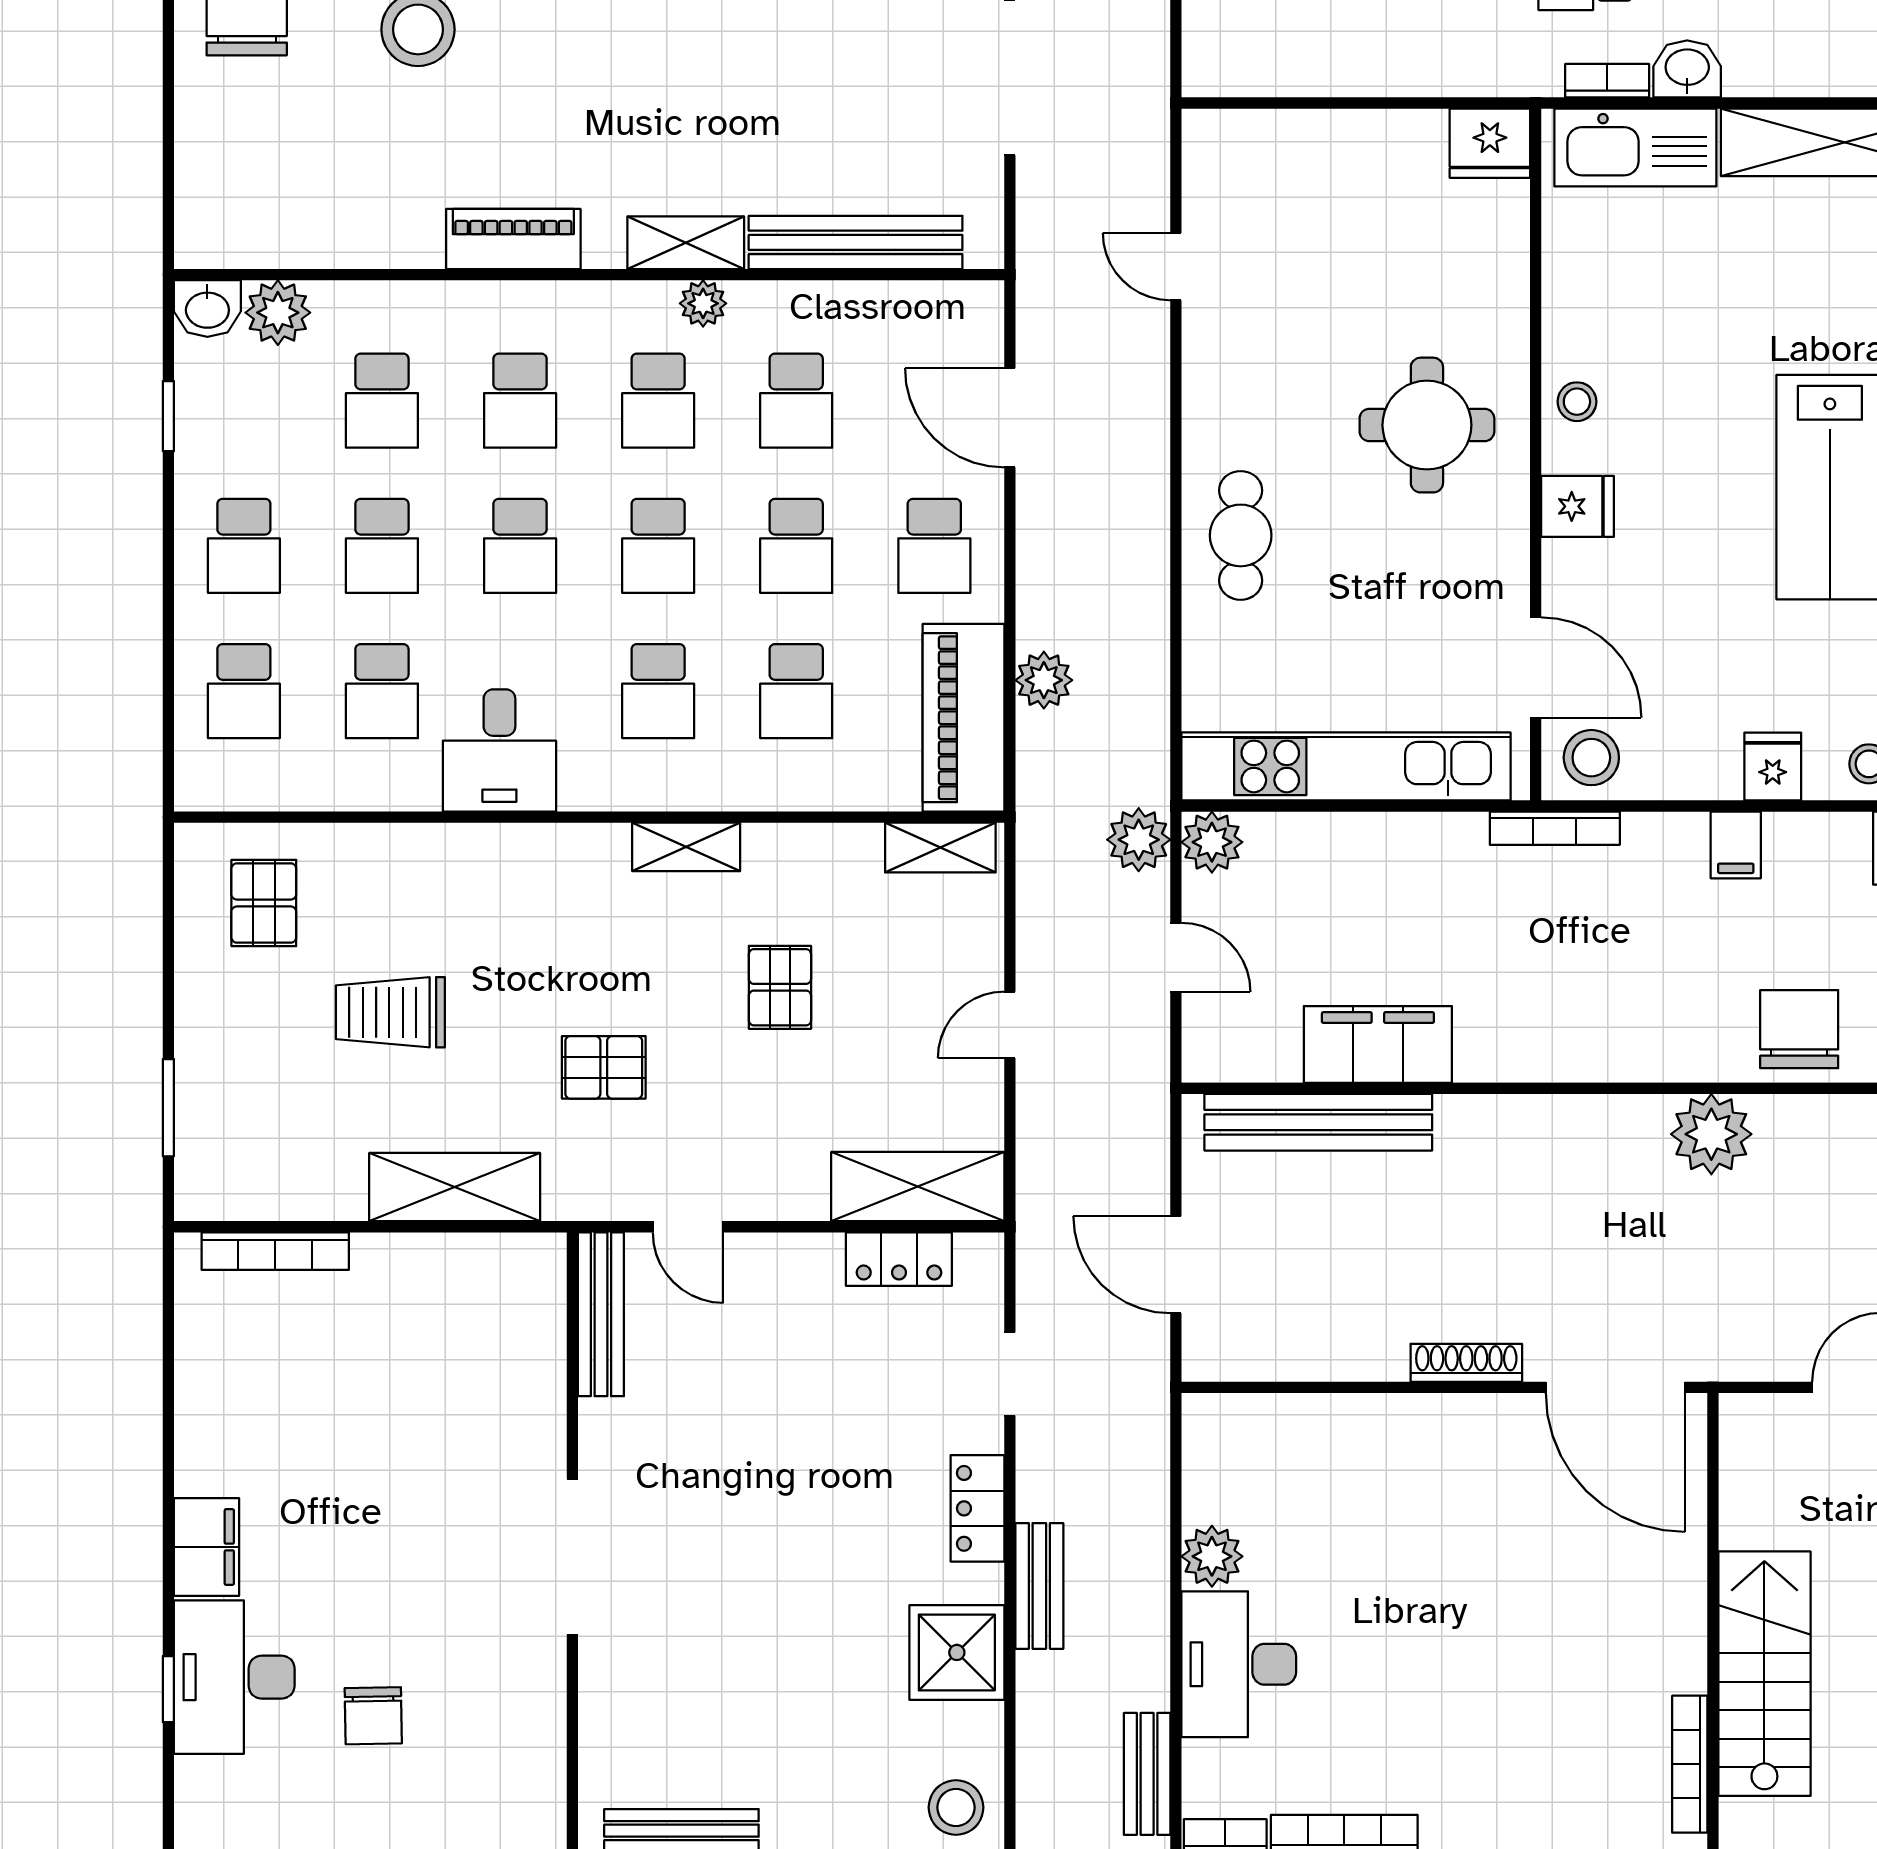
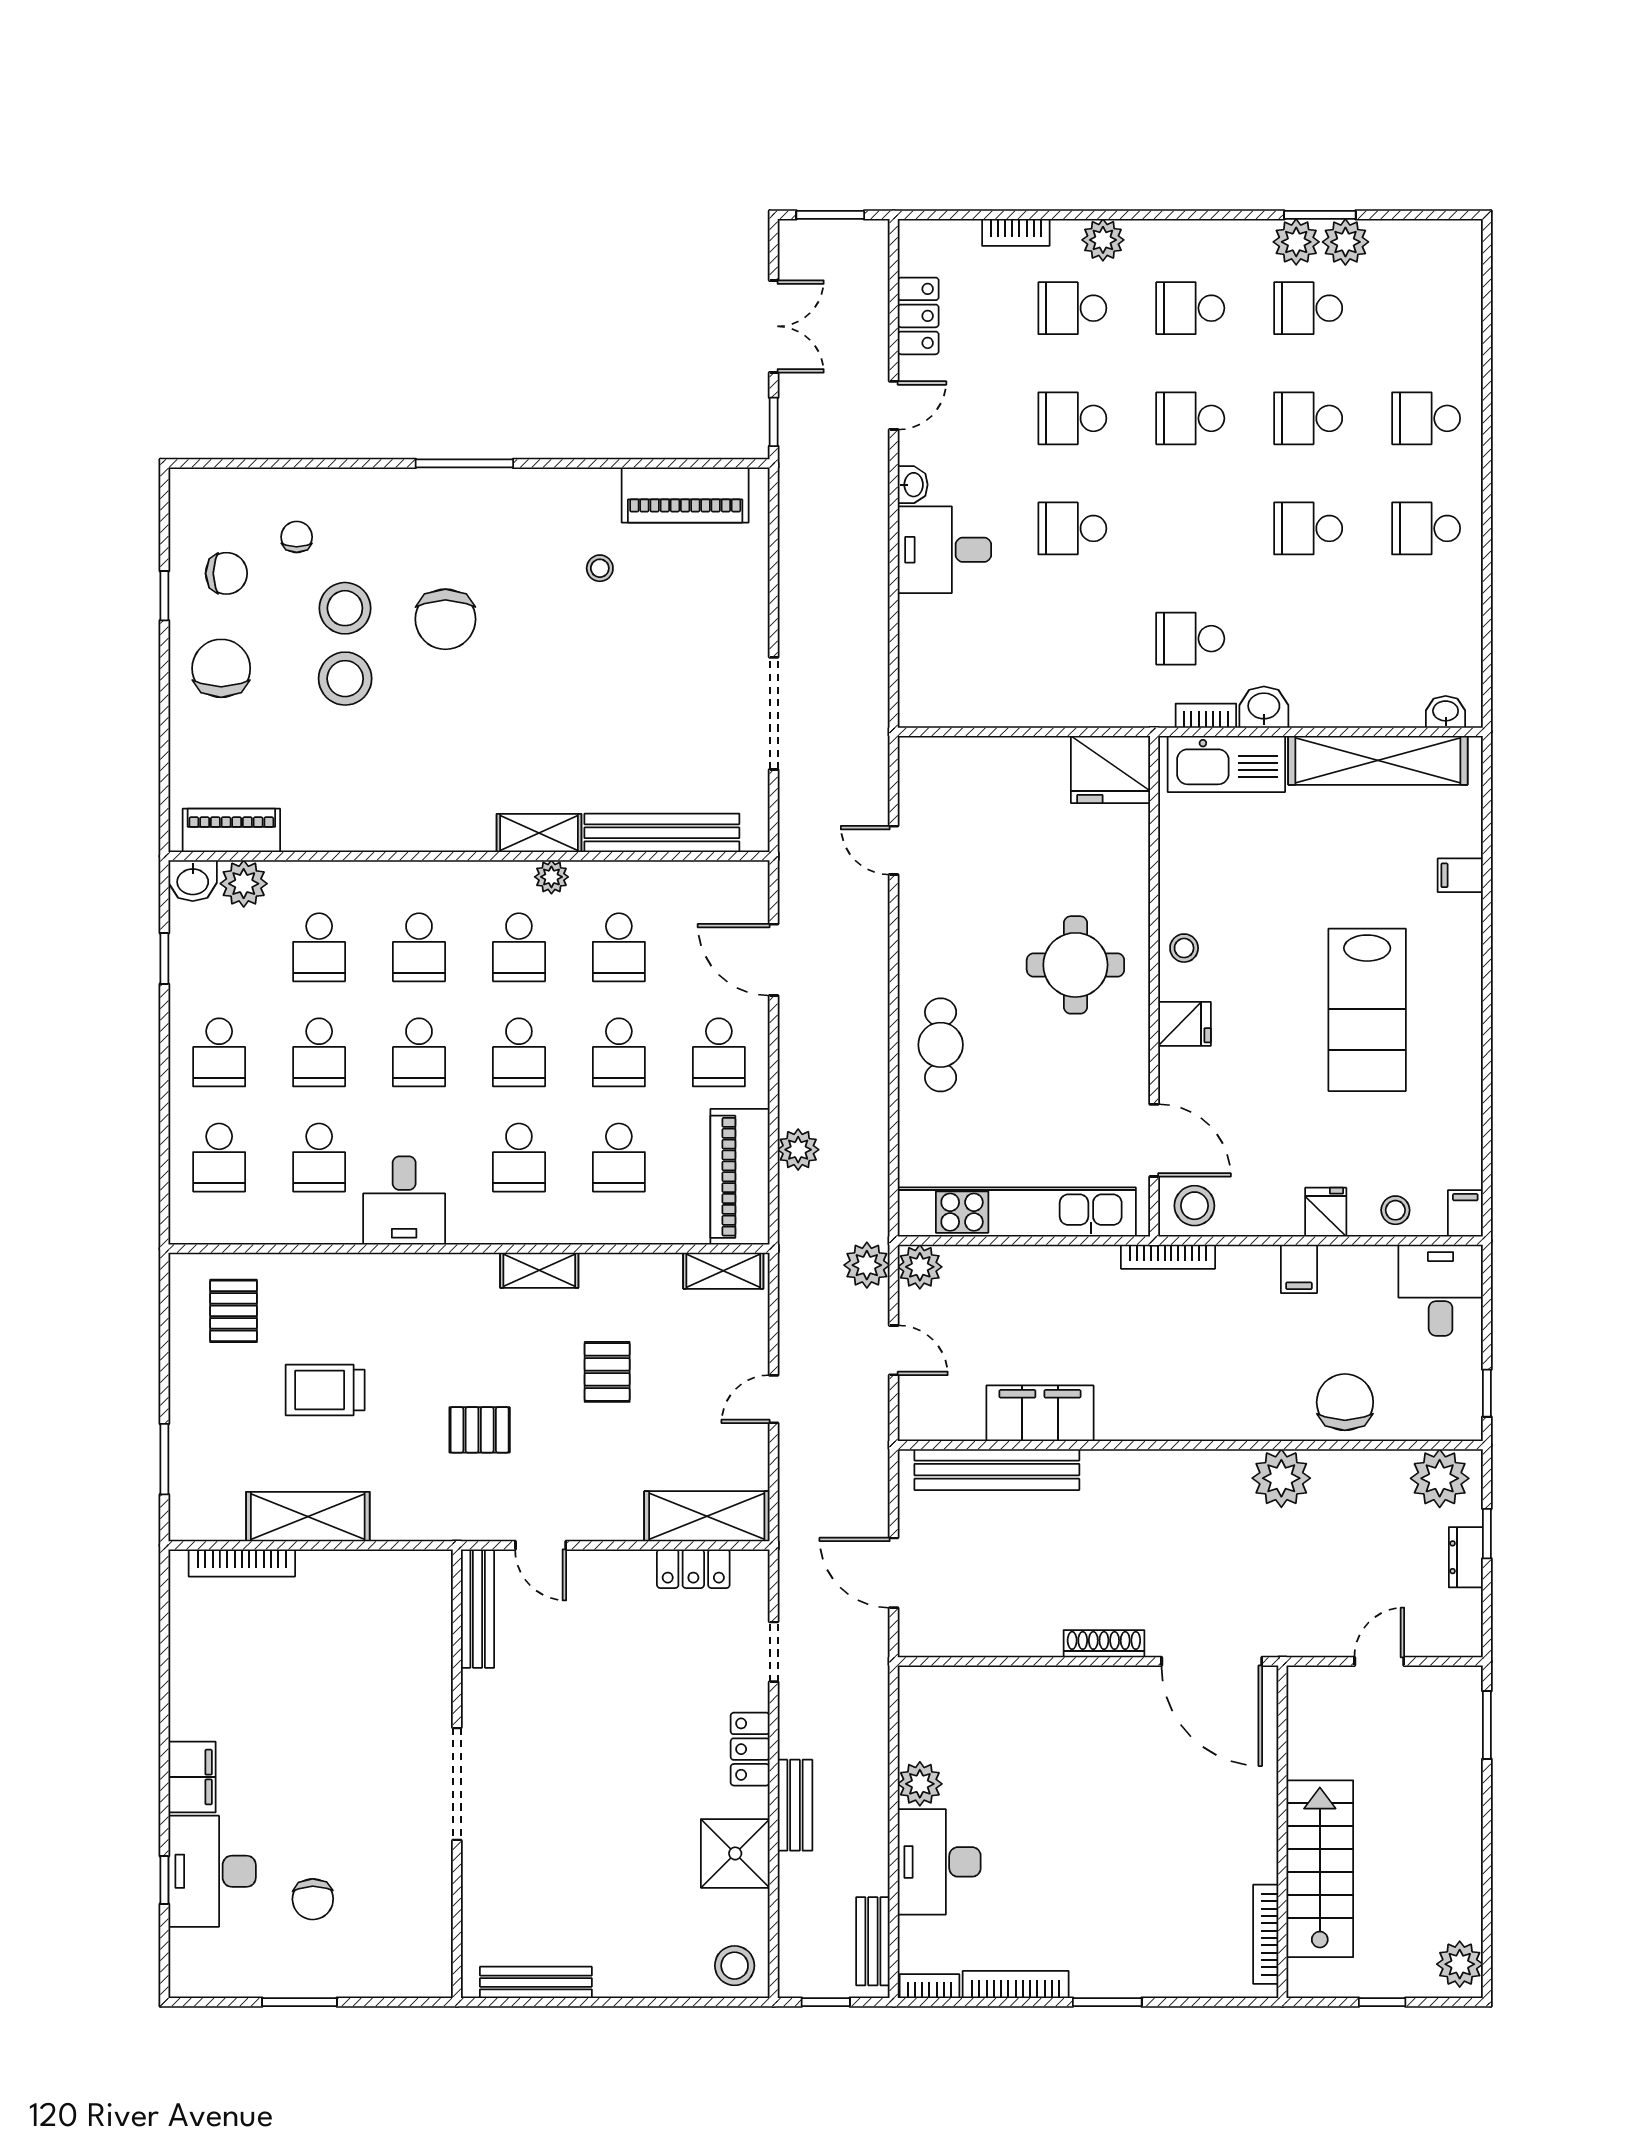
fridge: (1490, 143) -> (1111, 769), width x1.36, depth x1.34
piano: (513, 239) -> (231, 830), moved
shelving: (455, 1187) -> (308, 1517), moved

